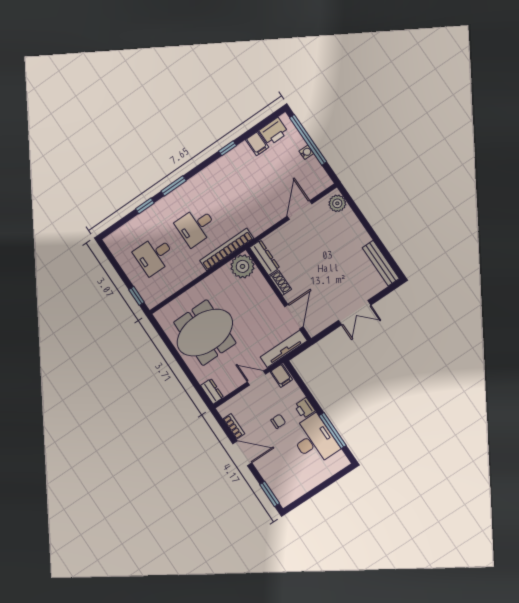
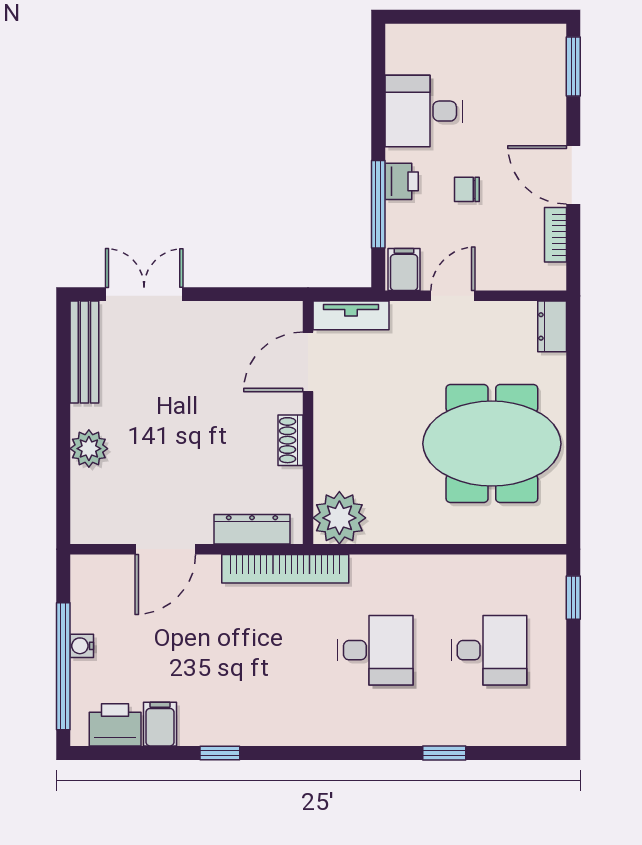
window: (174, 186) -> (366, 753), removed
plant: (337, 203) -> (89, 449), moved
bookcase: (227, 250) -> (285, 569), moved
dresser: (265, 258) -> (252, 529), moved, turned 90
double door: (355, 313) -> (144, 294), moved
tv unit: (284, 349) -> (351, 315), width x0.71
door: (256, 378) -> (453, 296), swing flipped
window: (333, 431) -> (378, 204), moved
desk: (314, 440) -> (424, 111), width x0.73

